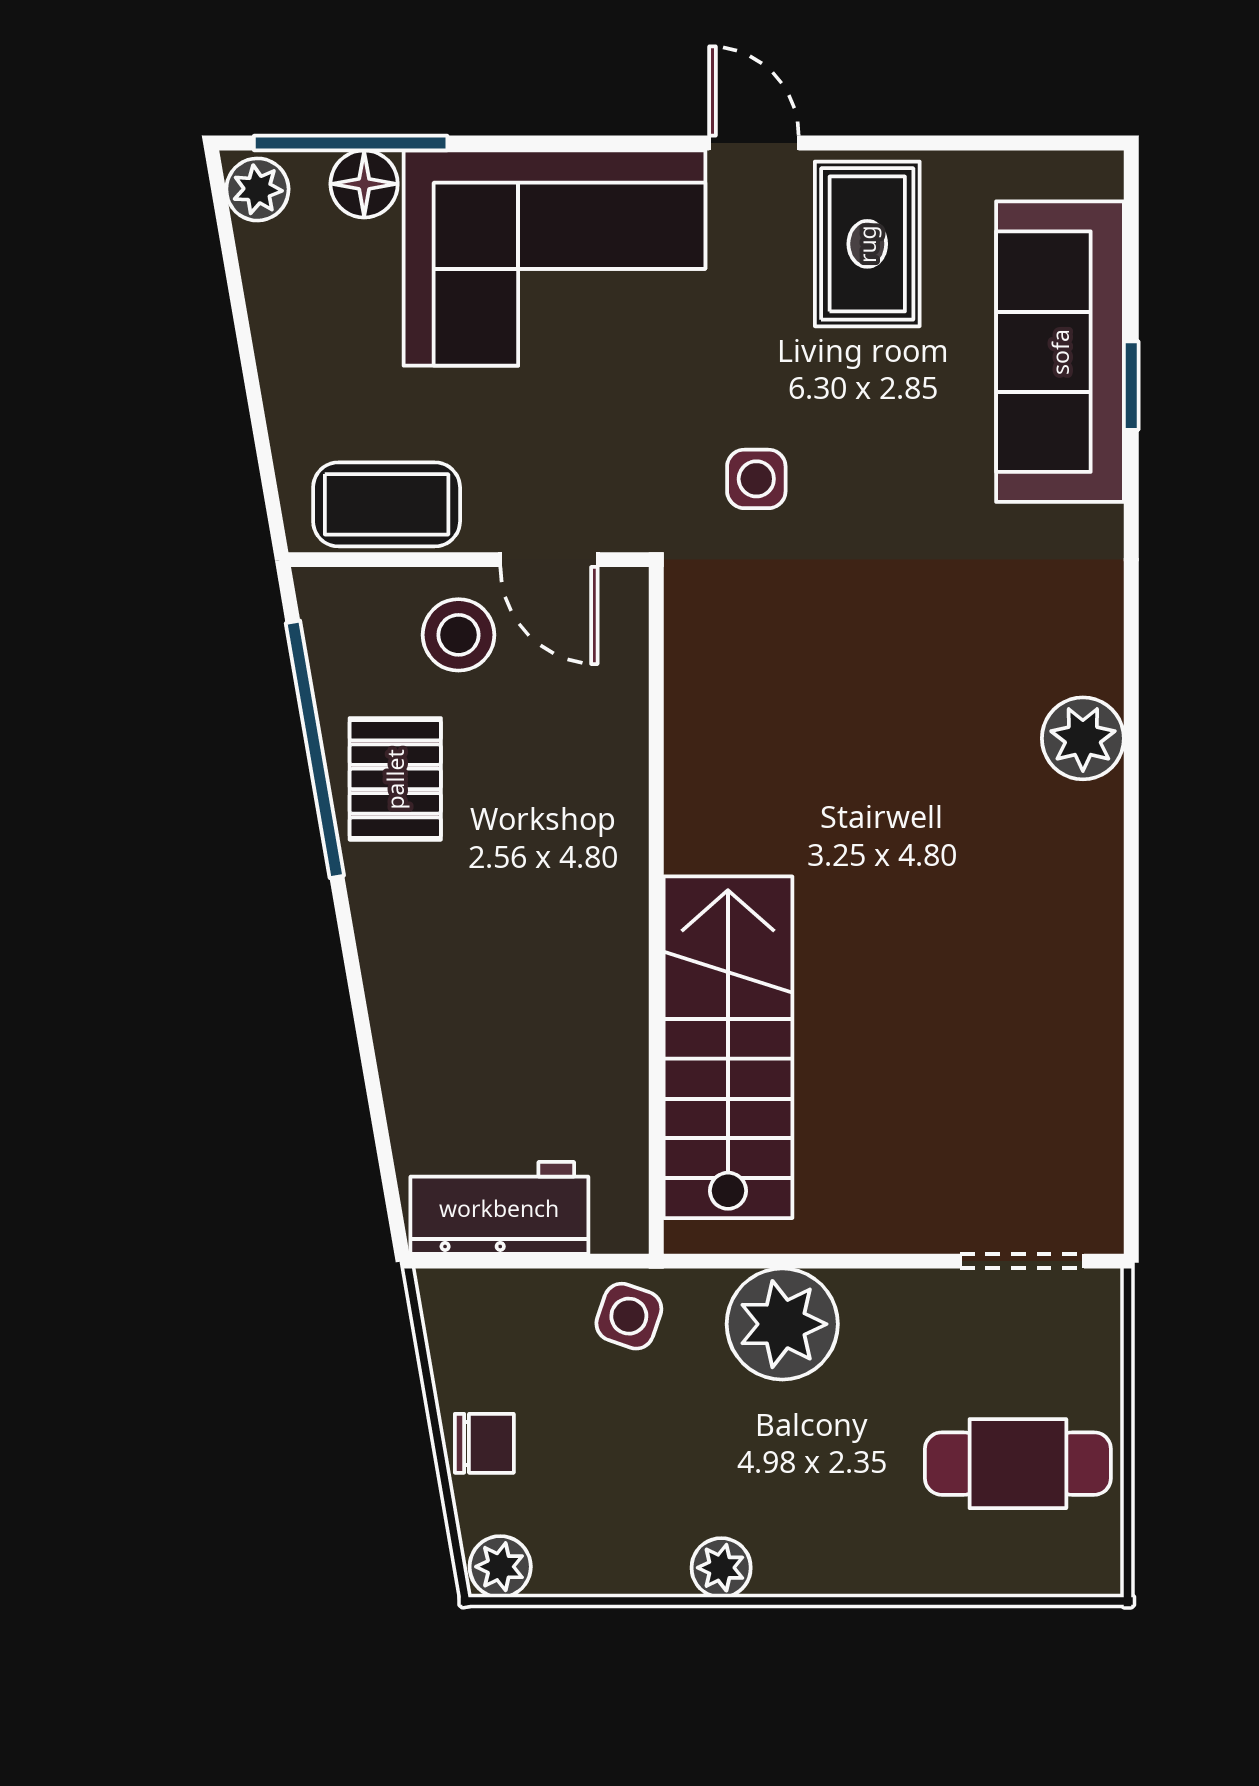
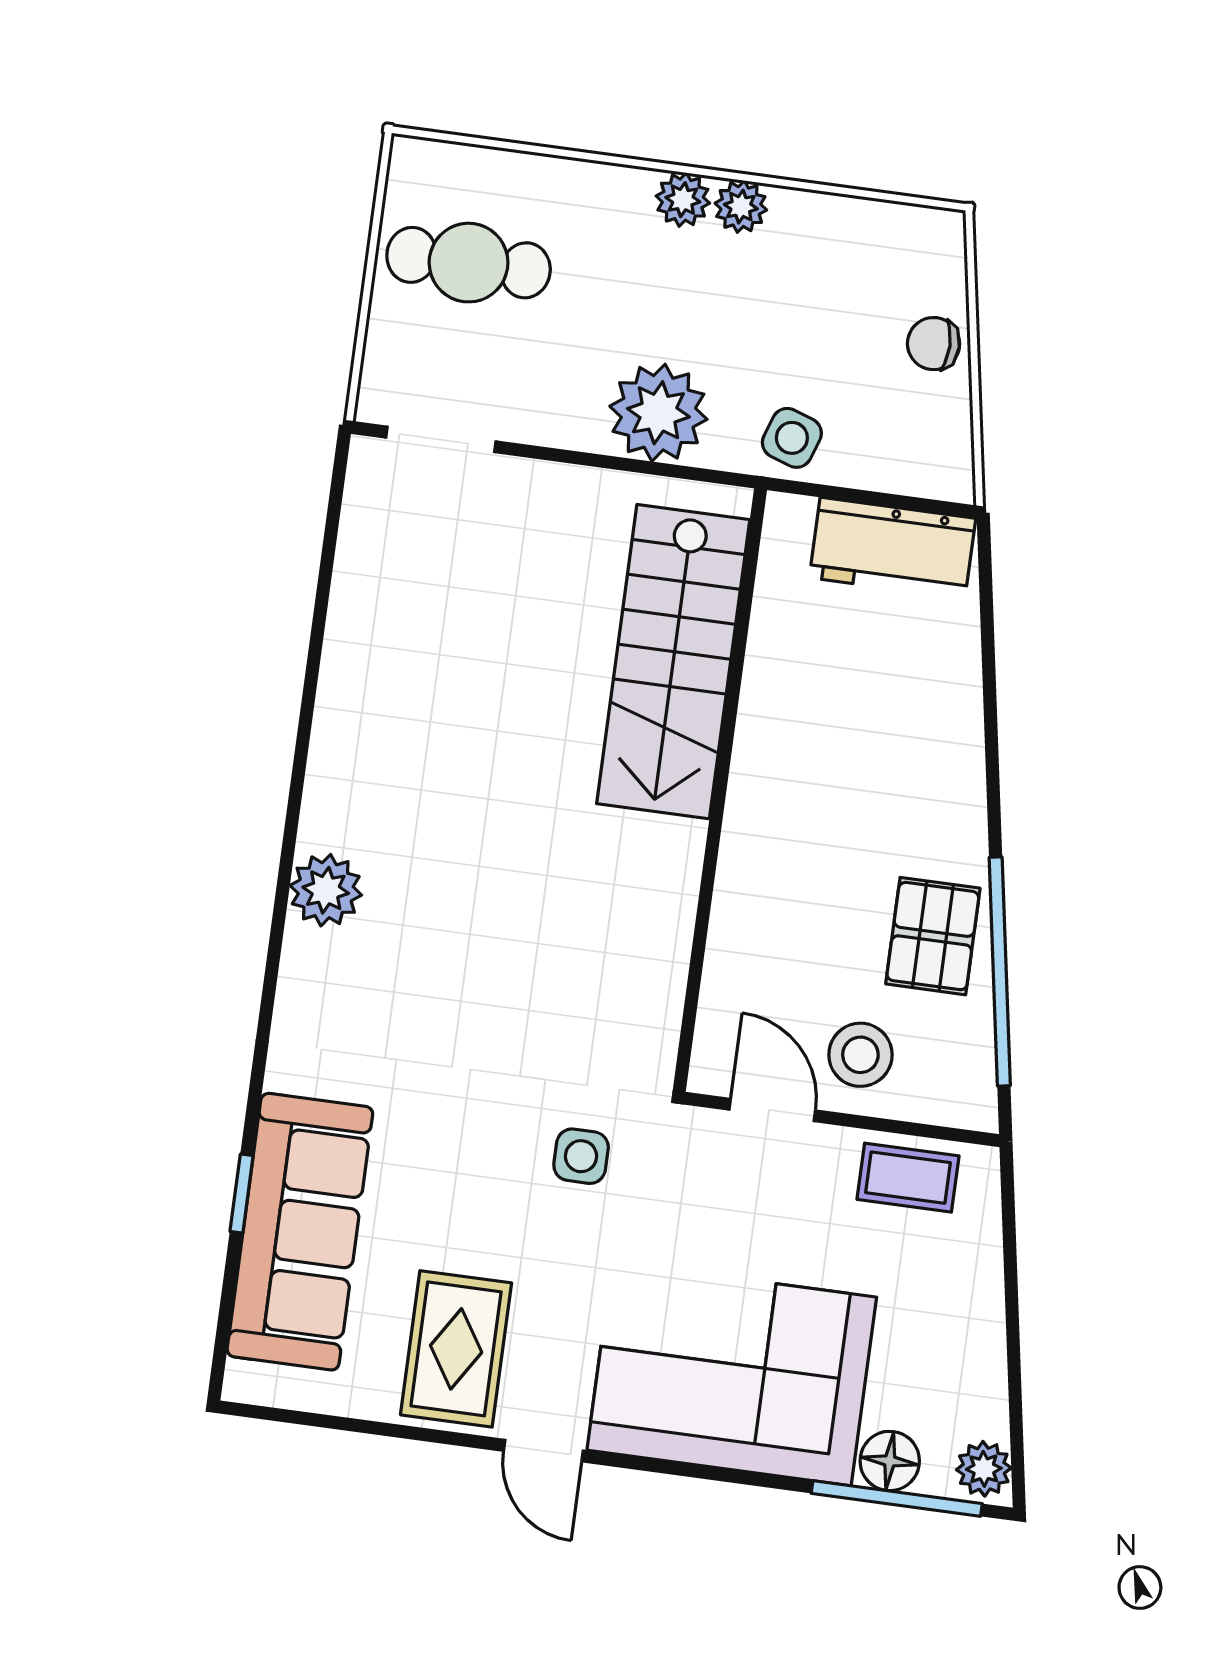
coffee table: (387, 504) -> (908, 1178), width x0.73, depth x0.77
plant: (500, 1567) -> (683, 200), moved

